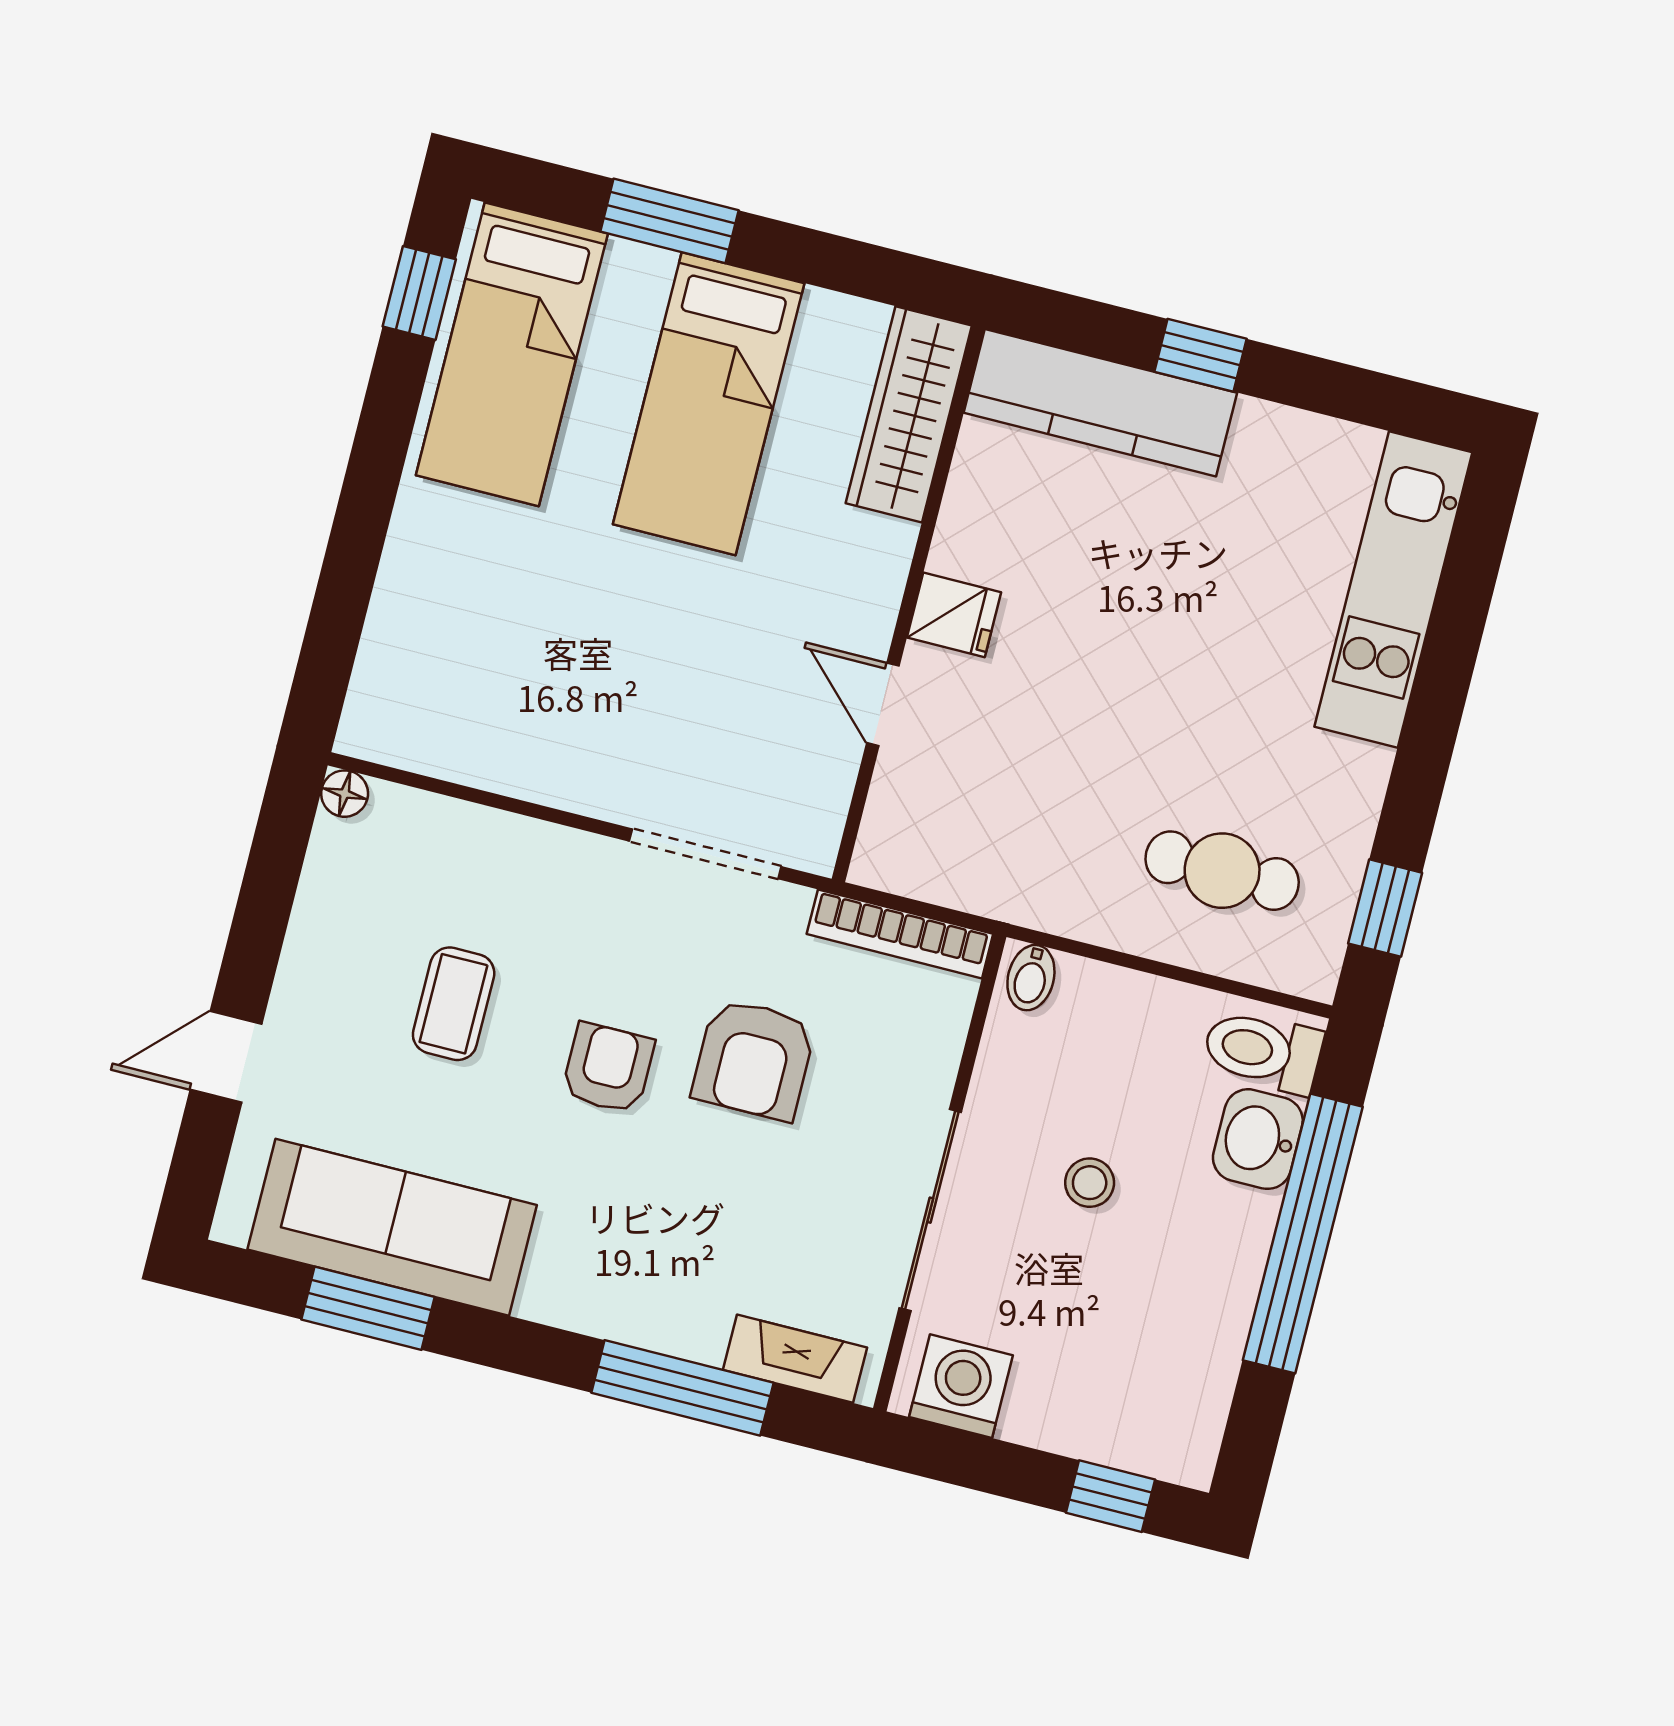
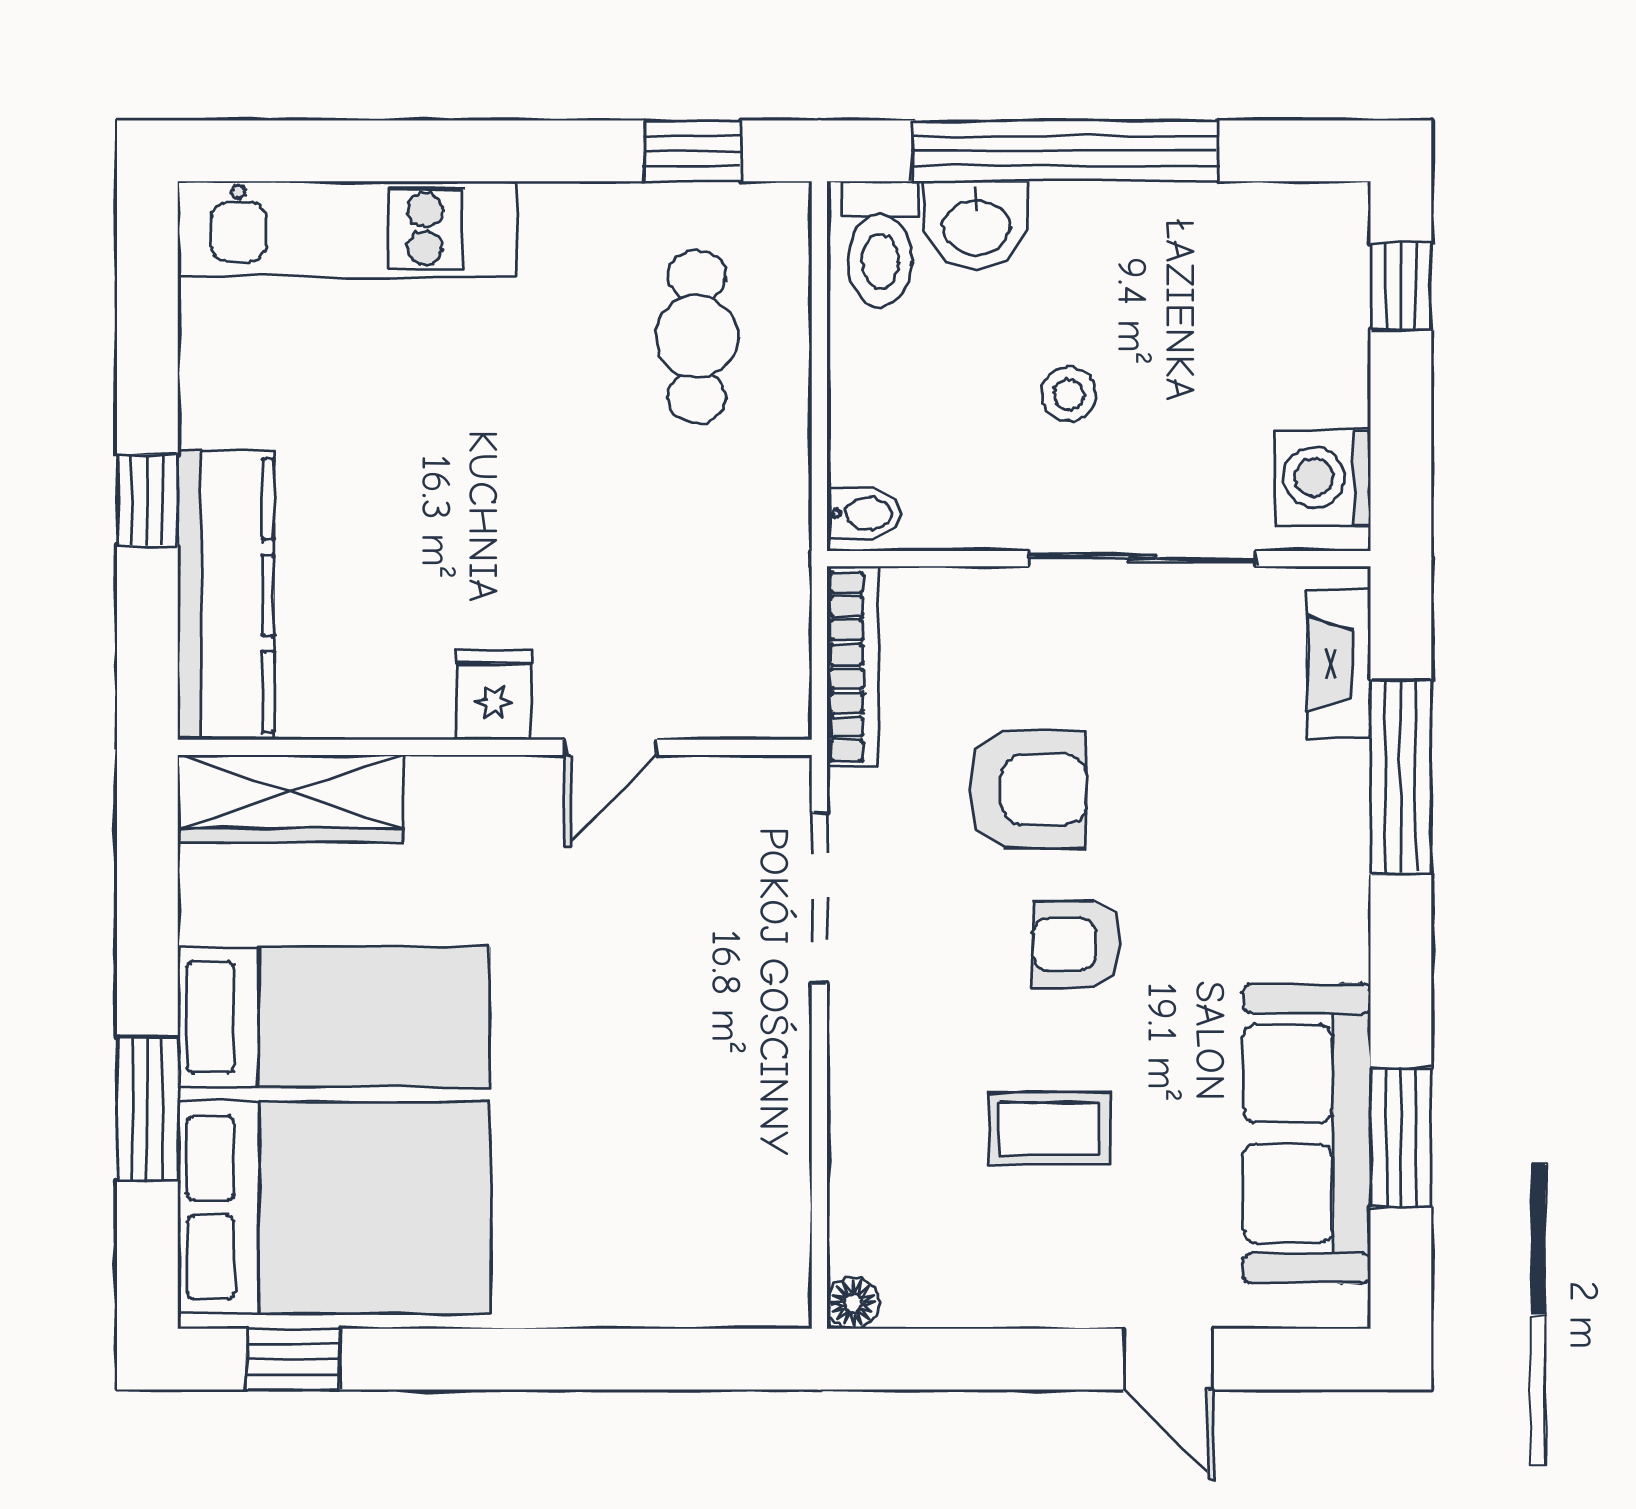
bed: (512, 354) -> (334, 1207), width x1.50

